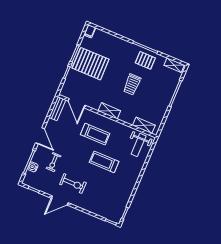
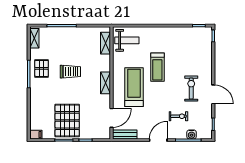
treadmill: (95, 134) -> (134, 87), width x1.37, depth x1.38

